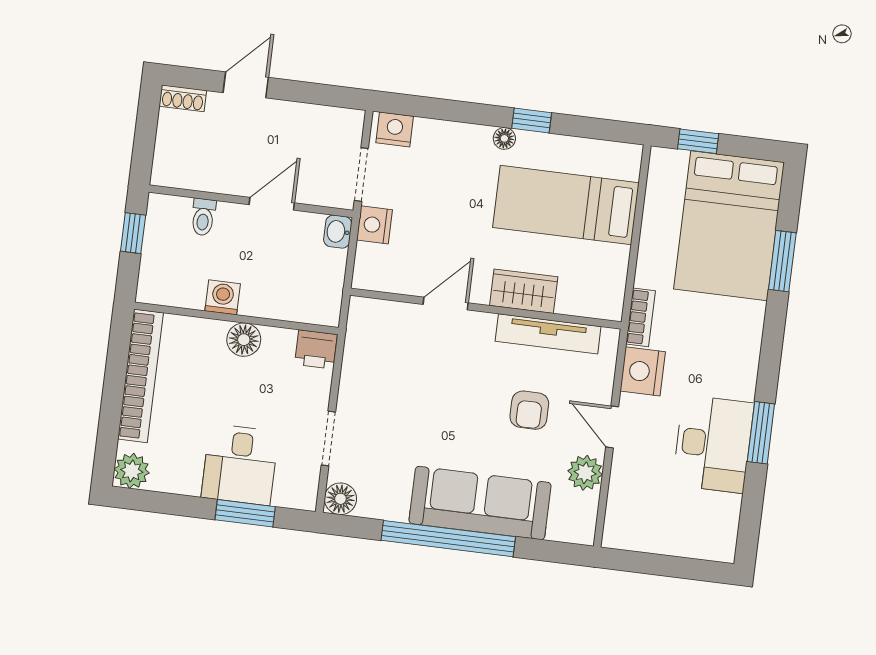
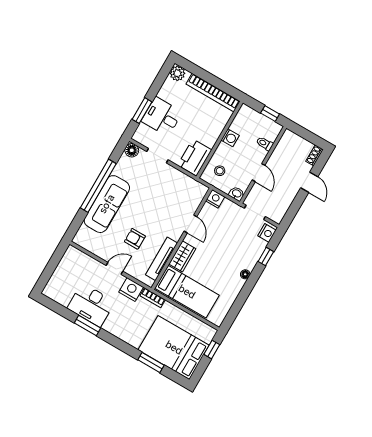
window: (532, 121) -> (266, 257), moved
bed: (566, 205) -> (187, 292), moved, turned 90
nightstand: (375, 225) -> (215, 199), moved
stool: (304, 289) -> (220, 171), added
floor lamp: (244, 340) -> (210, 139), removed
printer: (316, 349) -> (195, 158), width x1.87, depth x1.48
plant: (585, 473) -> (101, 250), removed

